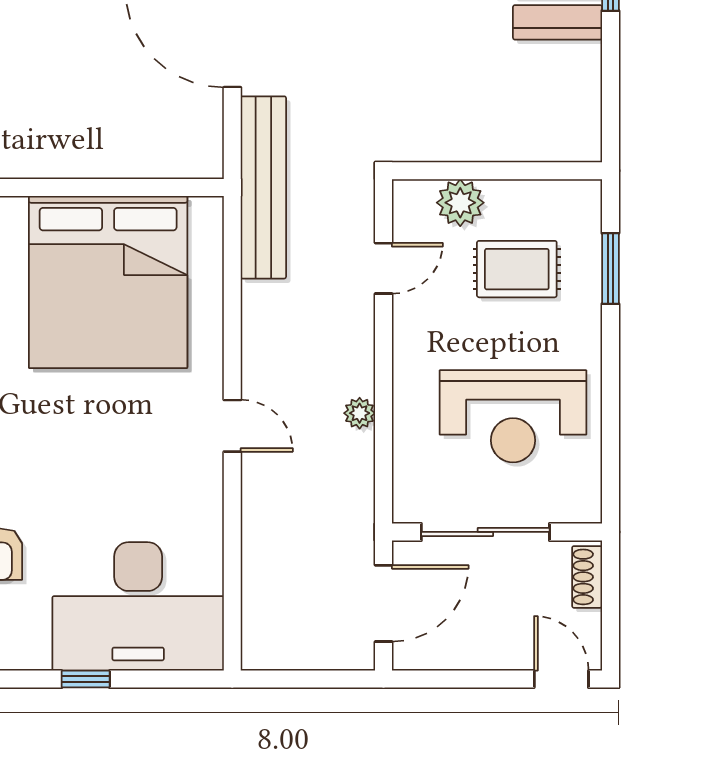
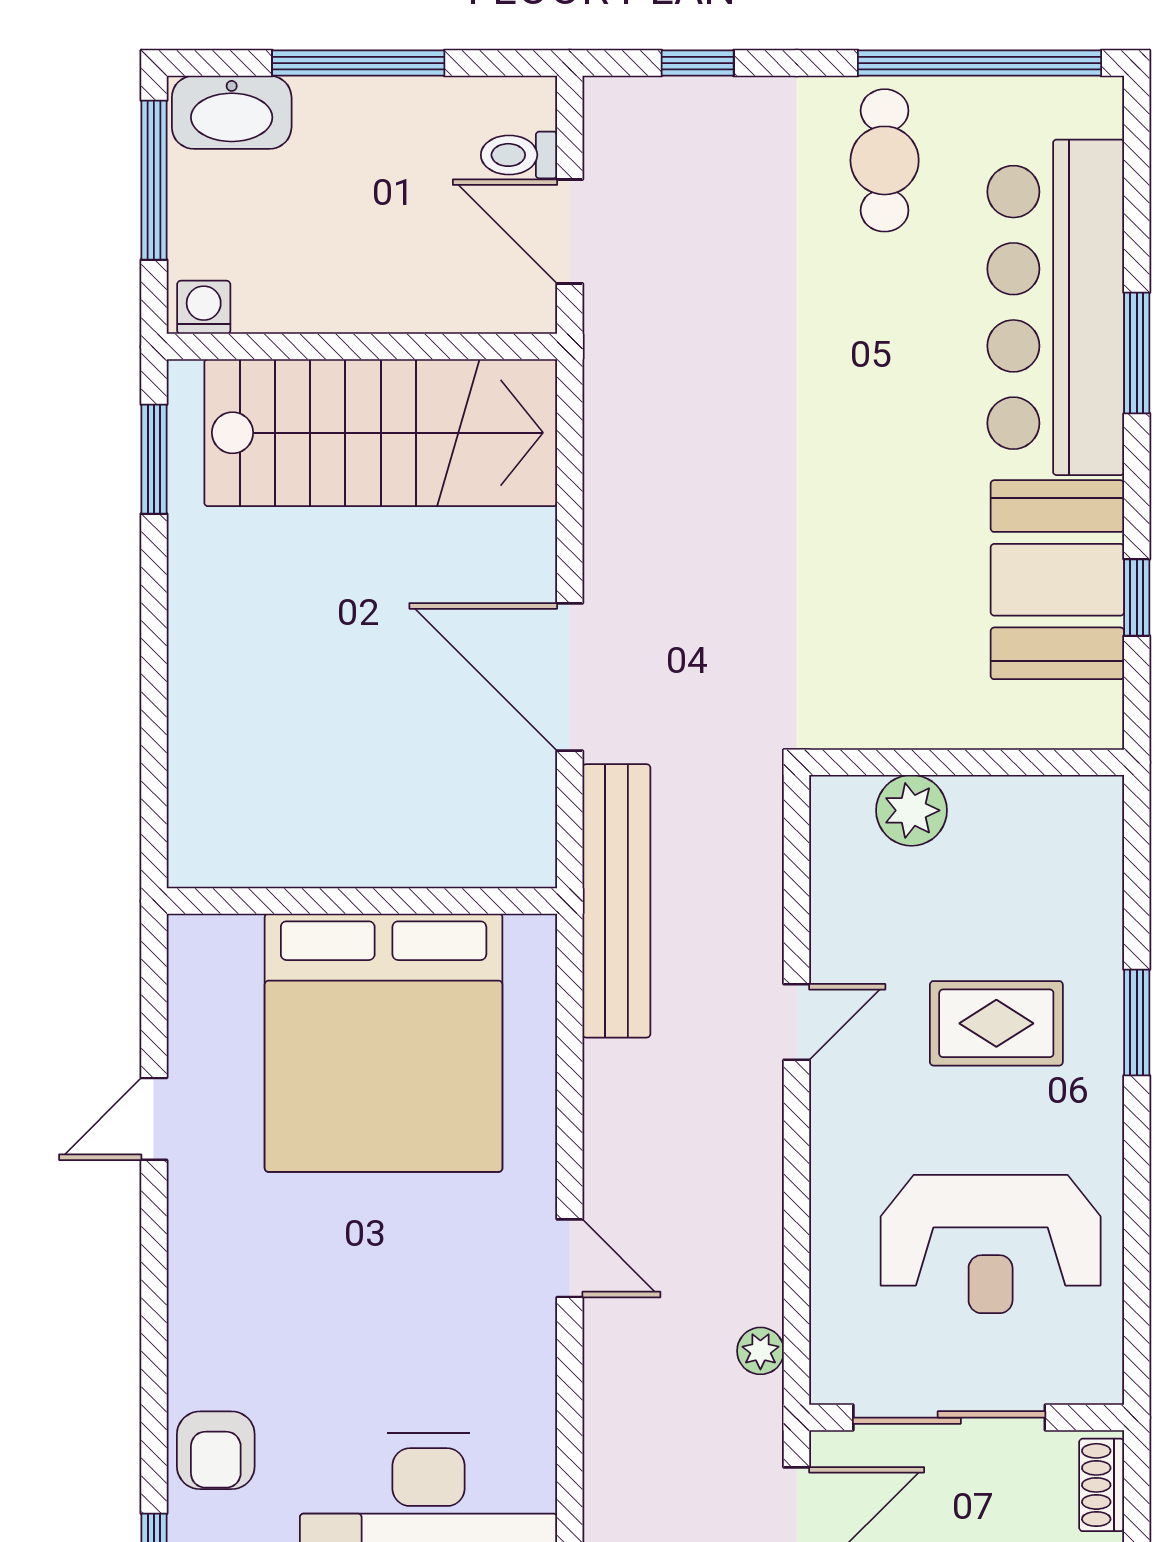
wall: (497, 171) -> (967, 762), moved
plant: (460, 203) -> (911, 810), moved
plant: (360, 413) -> (760, 1351), moved

